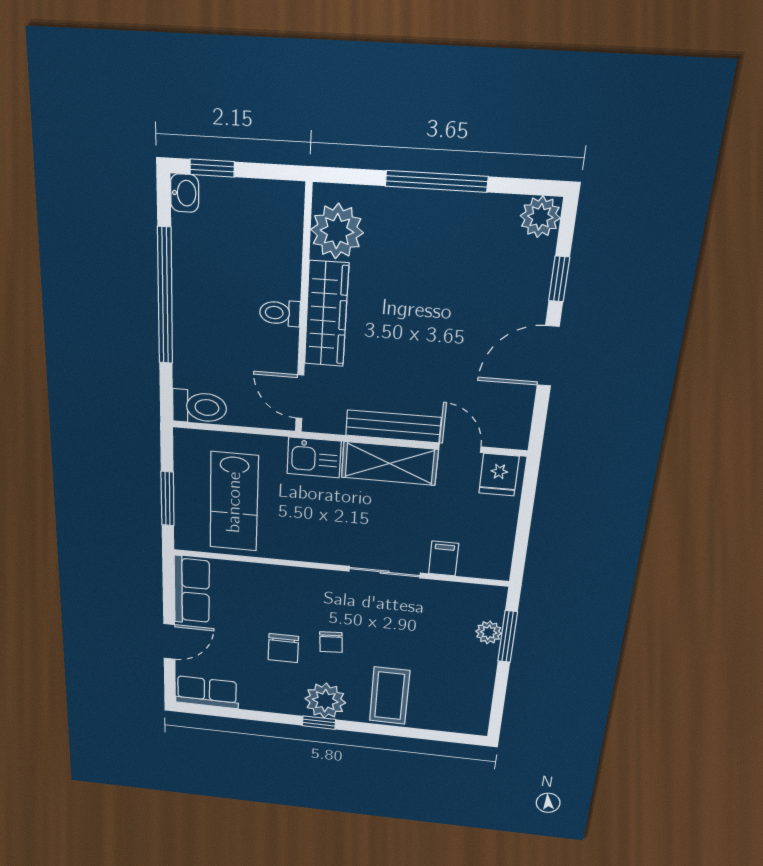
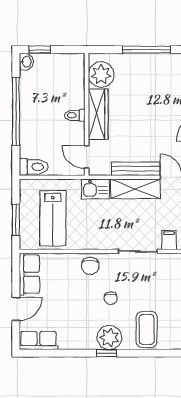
chair: (283, 648) -> (90, 266), moved

